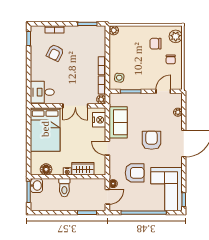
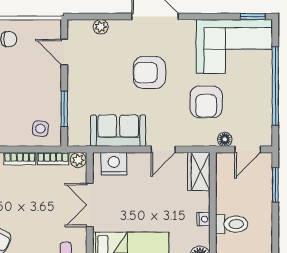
double door: (75, 106) -> (90, 205), swing flipped
wardrobe: (83, 169) -> (199, 171), moved
armchair: (135, 173) -> (206, 102), turned 180
door: (107, 197) -> (248, 149), swing flipped

